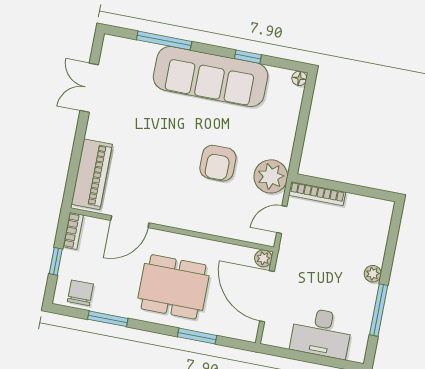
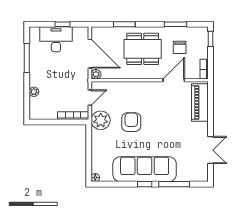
window: (248, 57) -> (145, 184), moved
window: (56, 261) -> (210, 39), moved
plant: (373, 274) -> (34, 92), moved
chair: (80, 293) -> (180, 47), moved
window: (305, 357) -> (62, 24), added

